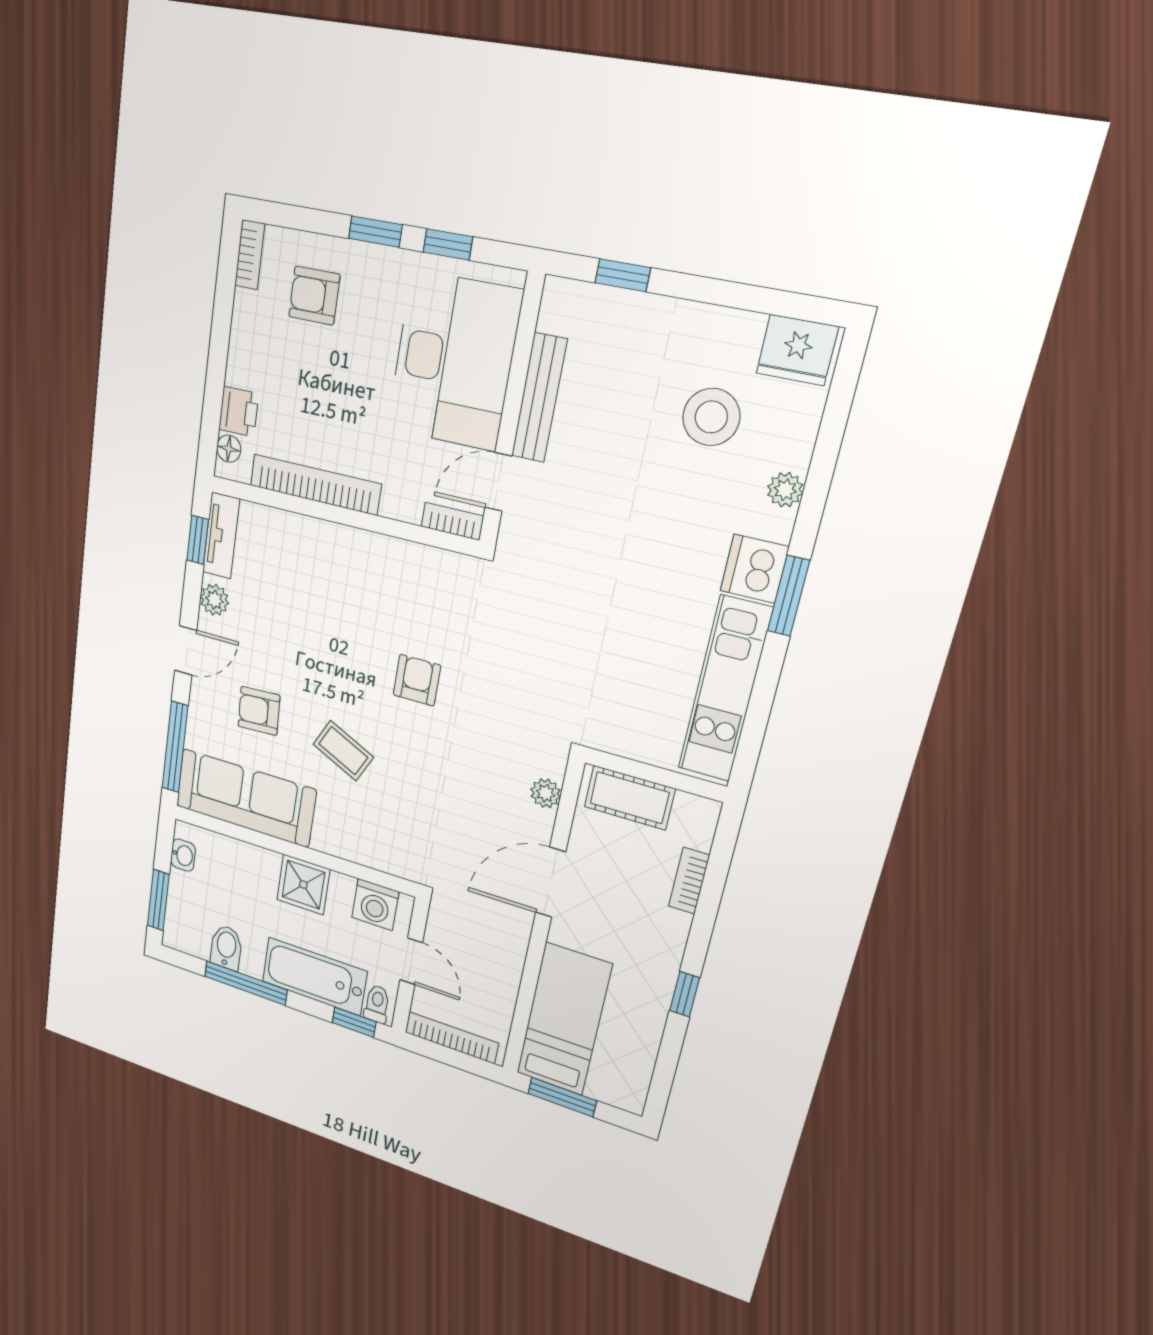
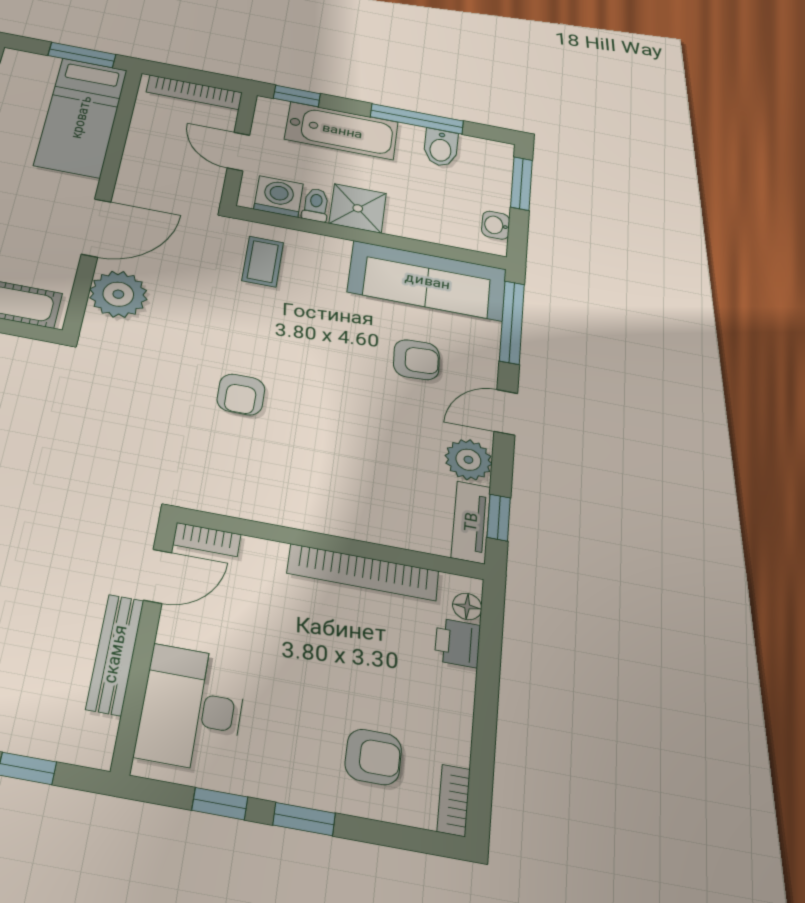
desk: (454, 361) -> (192, 708), width x0.73, depth x0.77
plant: (214, 600) -> (468, 460), width x1.38, depth x1.38
coffee table: (343, 751) -> (263, 262), moved, turned 64
plant: (546, 793) -> (118, 294), width x1.87, depth x1.87
toilet: (377, 1004) -> (316, 205), moved, turned 180

